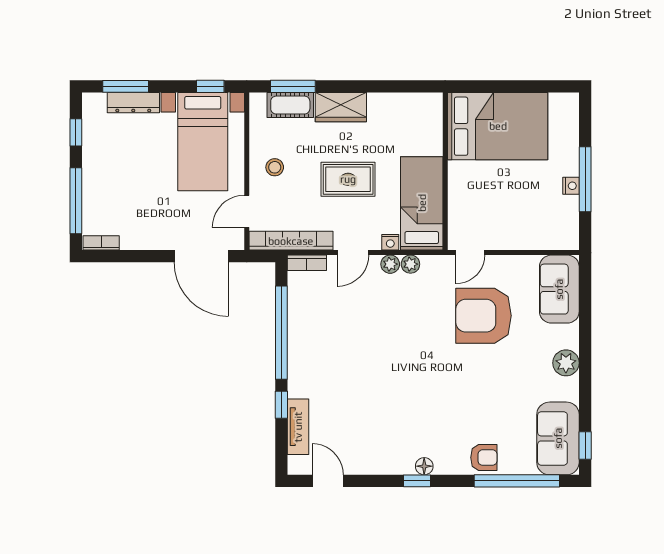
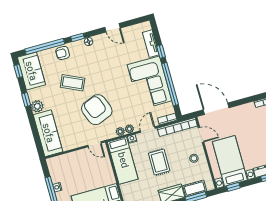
rug: (348, 179) -> (159, 162), turned 90
door: (247, 211) -> (201, 135), hinge flipped
door: (470, 253) -> (94, 144), swing flipped
sofa: (559, 289) -> (48, 133), width x1.36
armchair: (484, 316) -> (97, 110), moved, turned -111
corner sofa: (323, 347) -> (149, 83), added
window: (585, 383) -> (26, 100), added
coffee table: (480, 391) -> (73, 83), added
door: (328, 481) -> (113, 28), moved
window: (417, 481) -> (77, 37), moved

